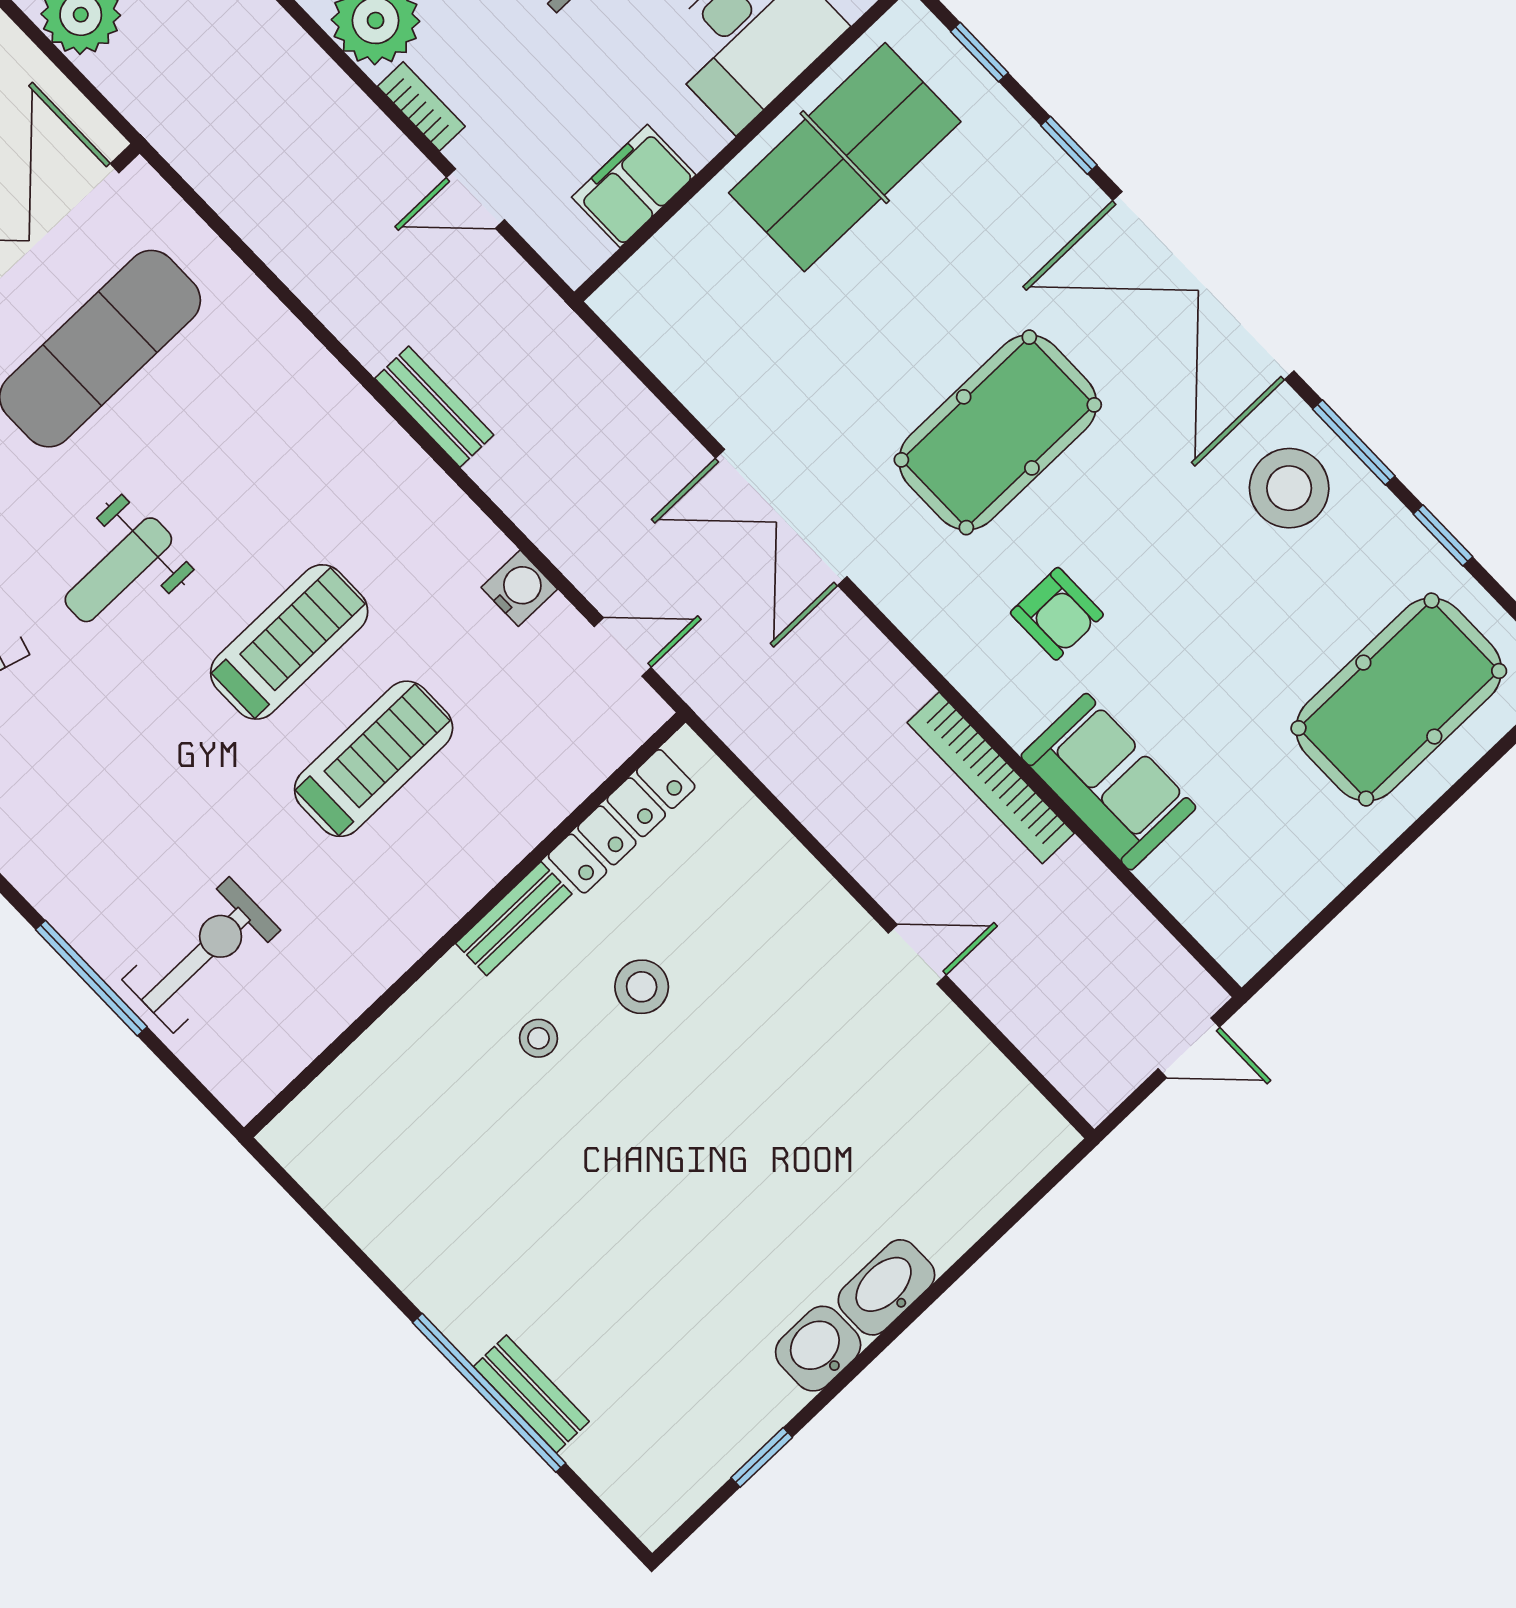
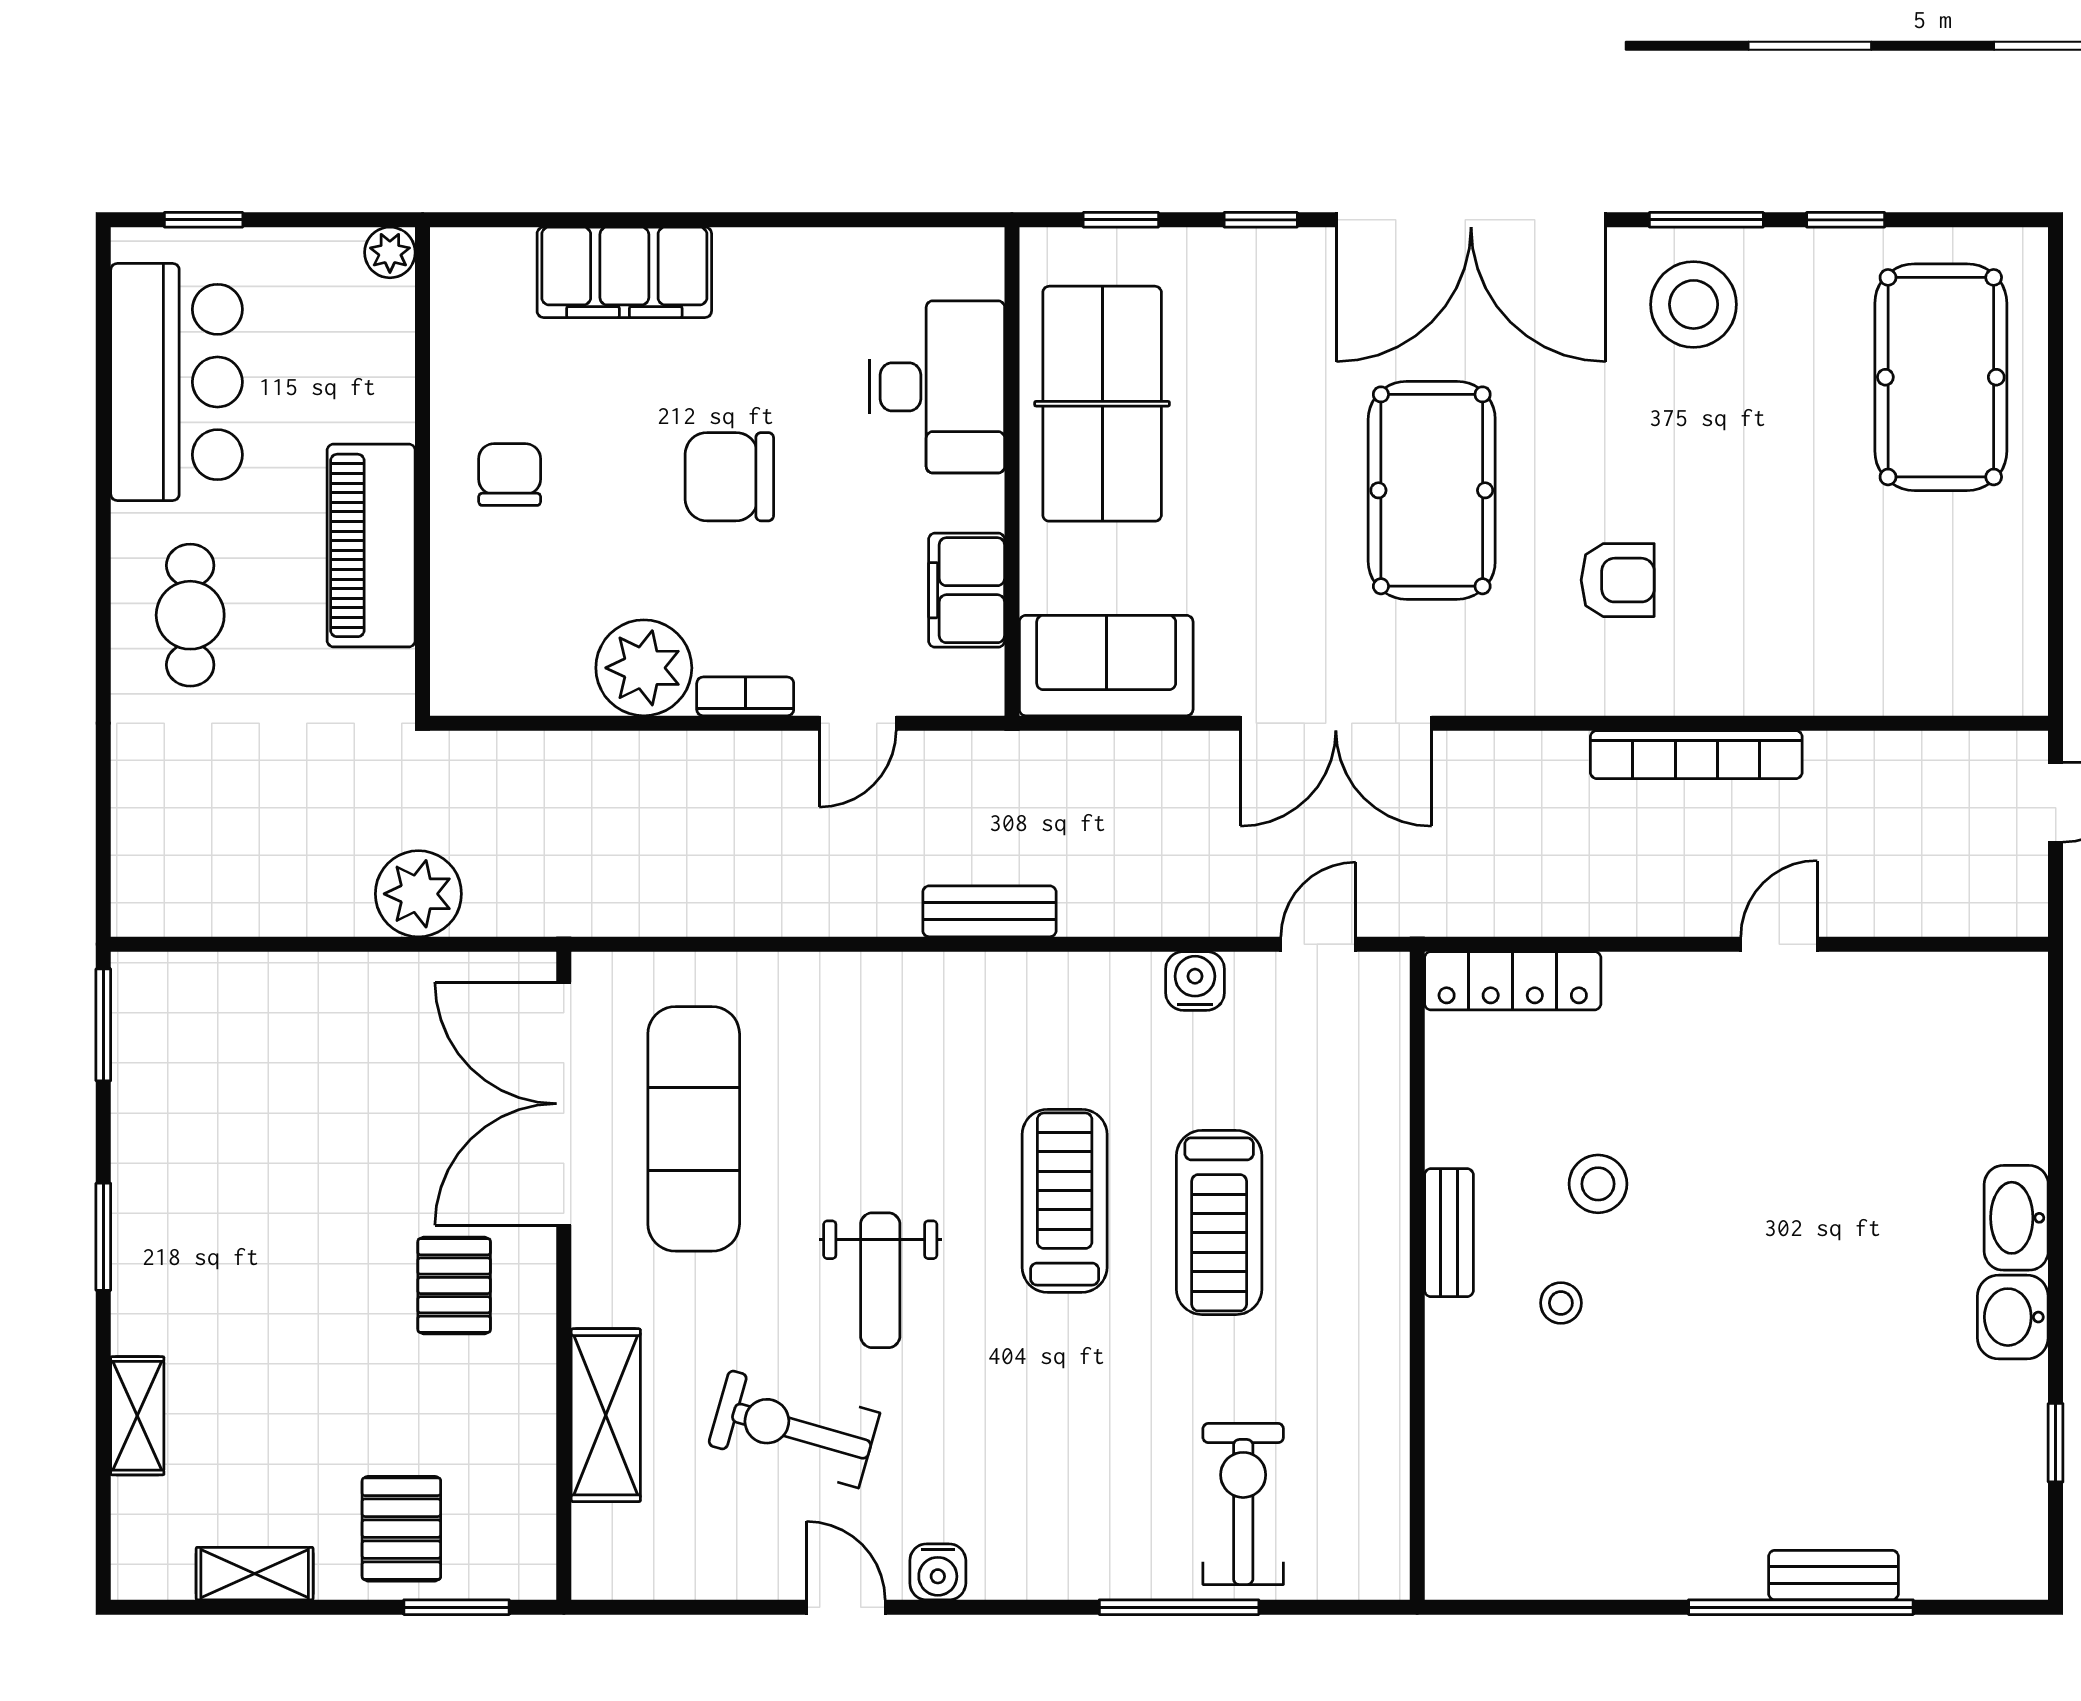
treadmill: (374, 759) -> (1219, 1222), turned 180
sofa: (1108, 782) -> (1106, 666), moved
locker: (622, 821) -> (1513, 981), moved, turned 90

